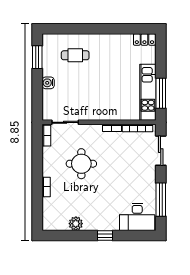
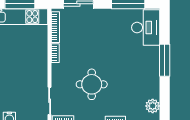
plant: (76, 224) -> (153, 106), moved
window: (105, 235) -> (165, 60), width x2.17

